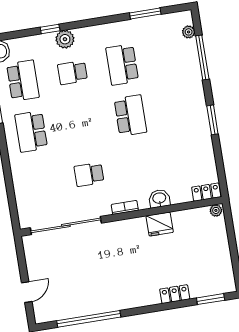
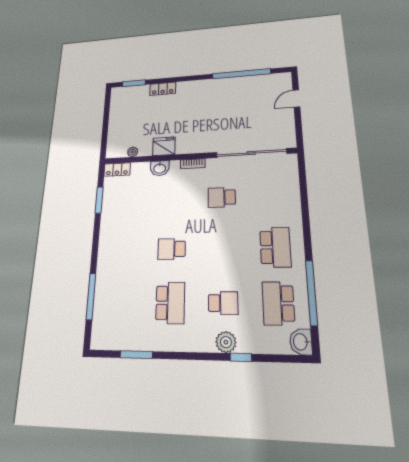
plant: (189, 32) -> (98, 326), removed
school desk: (130, 115) -> (172, 249), width x0.54
window: (212, 120) -> (99, 200), moved
school desk: (89, 174) -> (222, 197), turned 180
plant: (216, 210) -> (133, 152), moved

